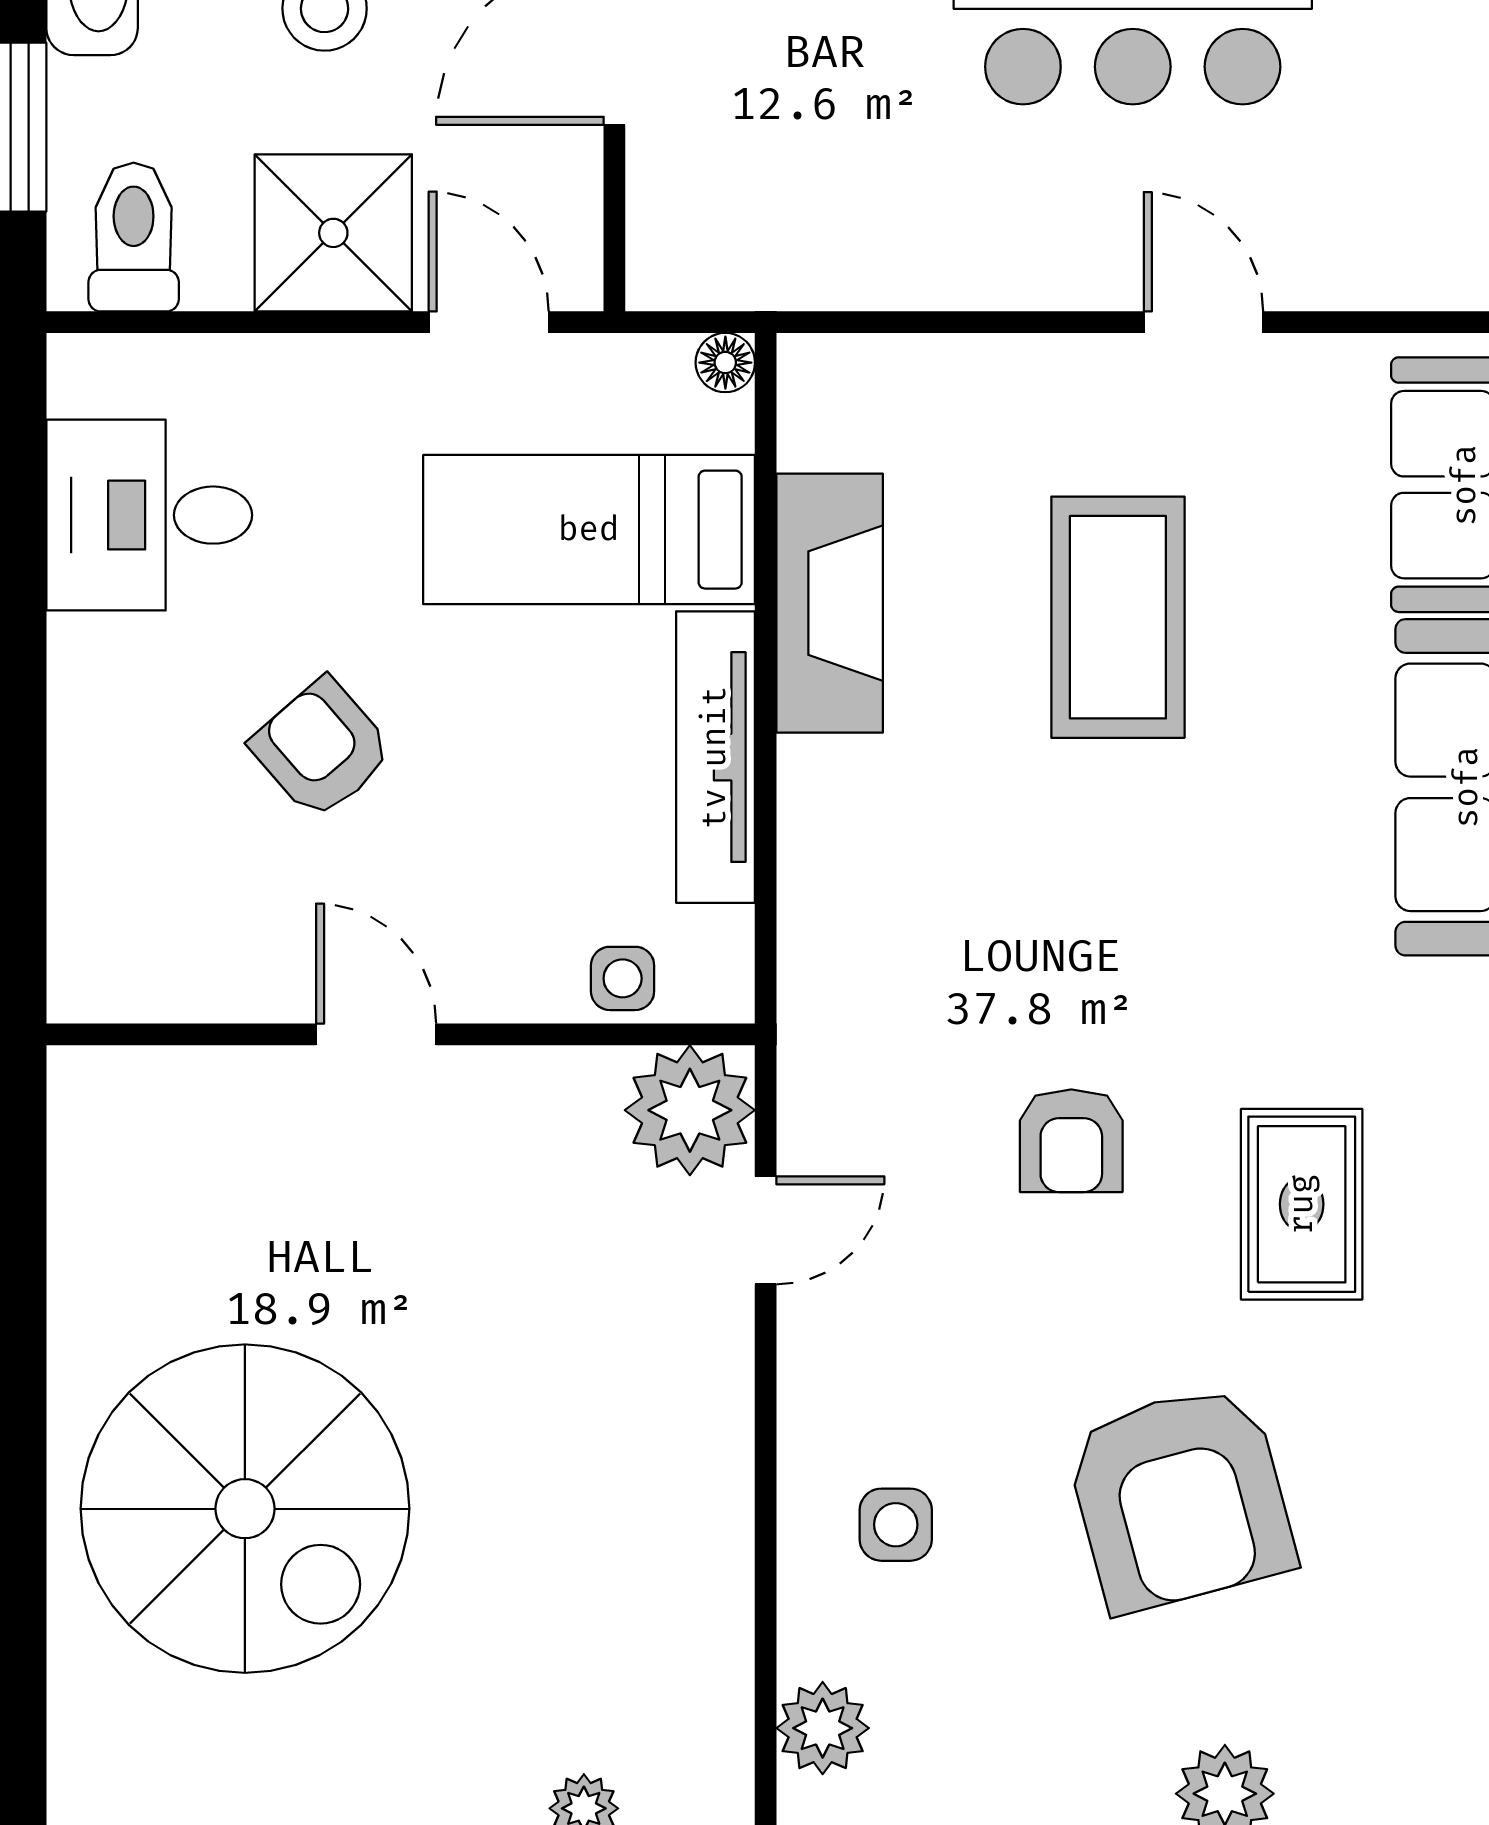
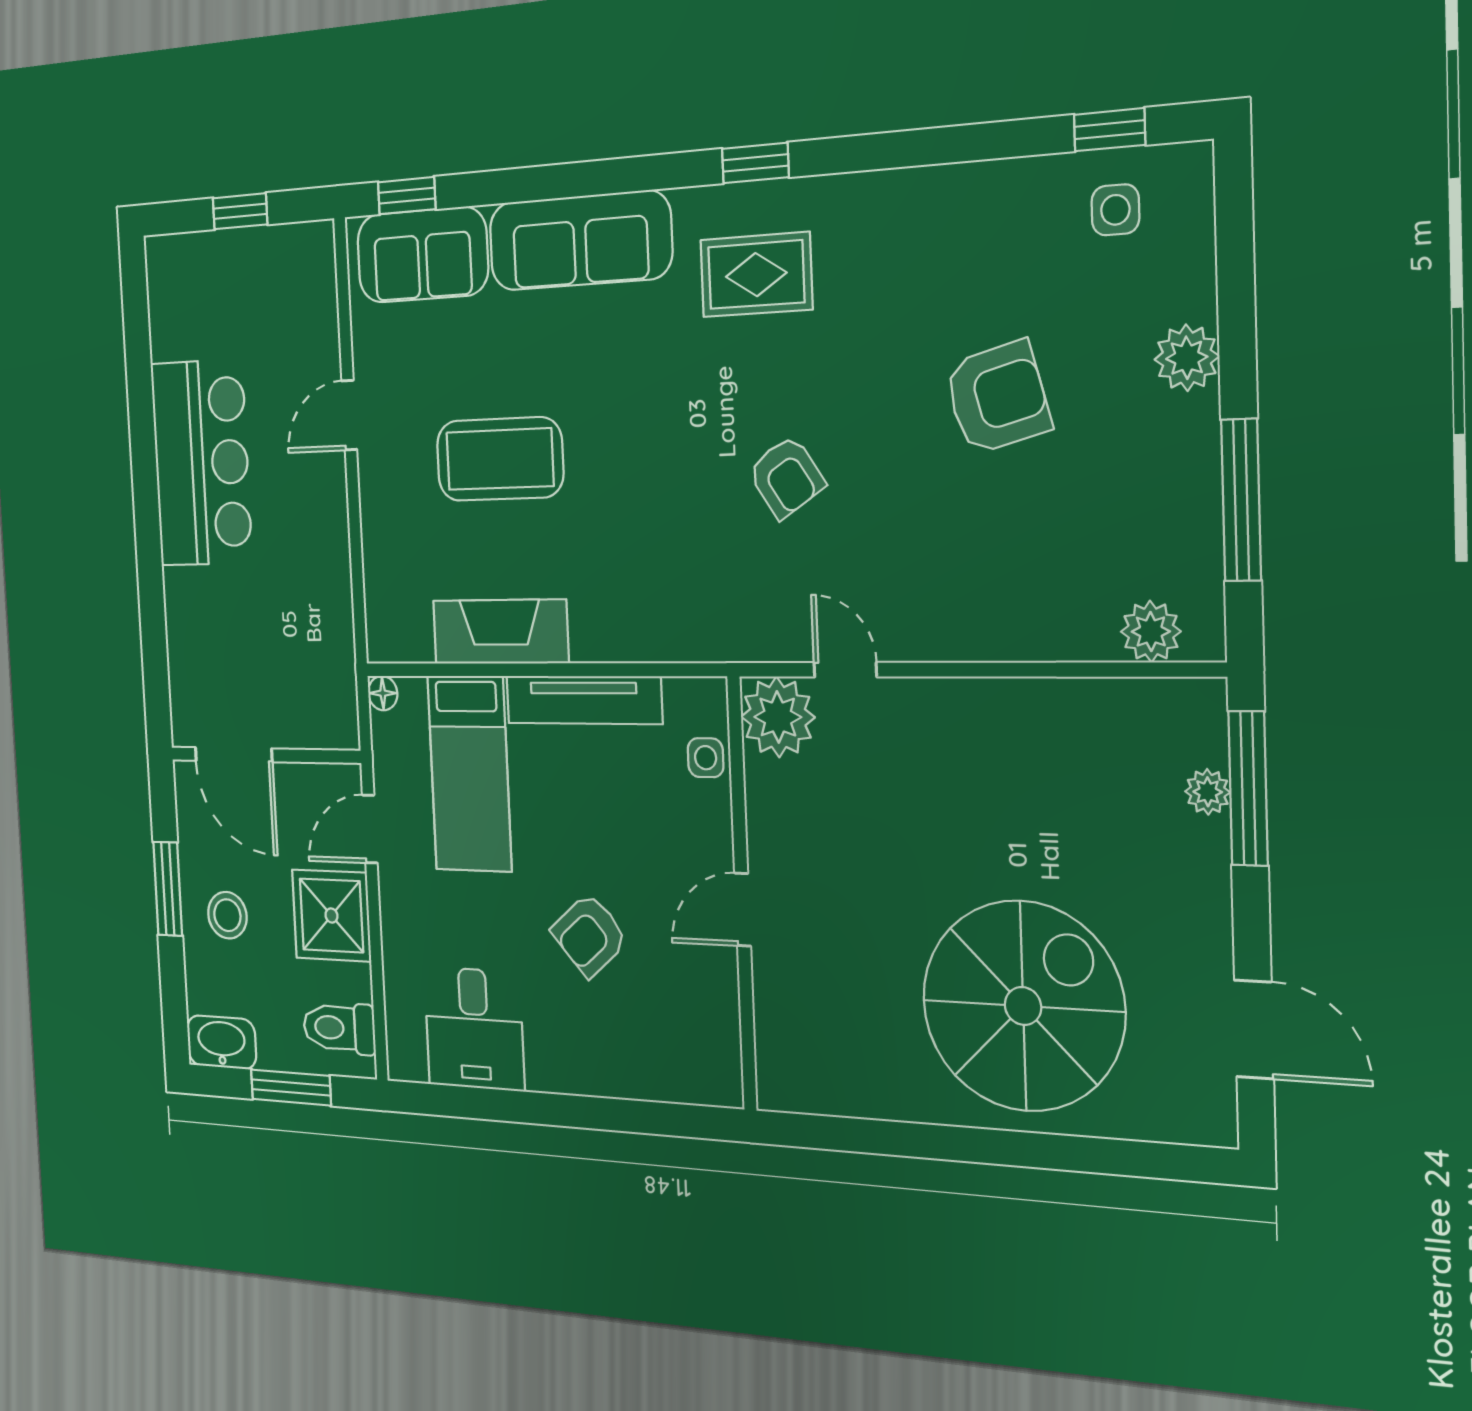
armchair: (1071, 1141) -> (786, 477), turned 57
rug: (1302, 1204) -> (756, 275), moved
armchair: (1180, 1498) -> (997, 398), width x0.73, depth x0.73
side table: (896, 1525) -> (1115, 210), moved

